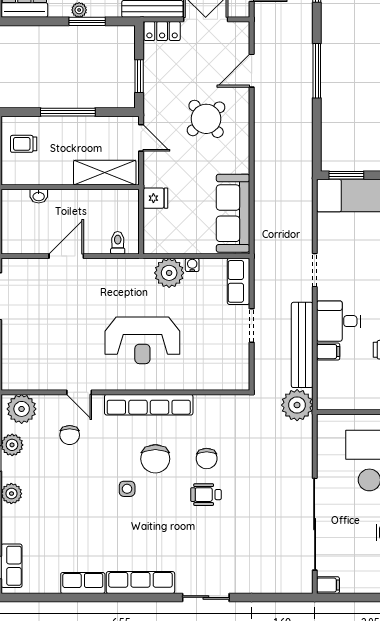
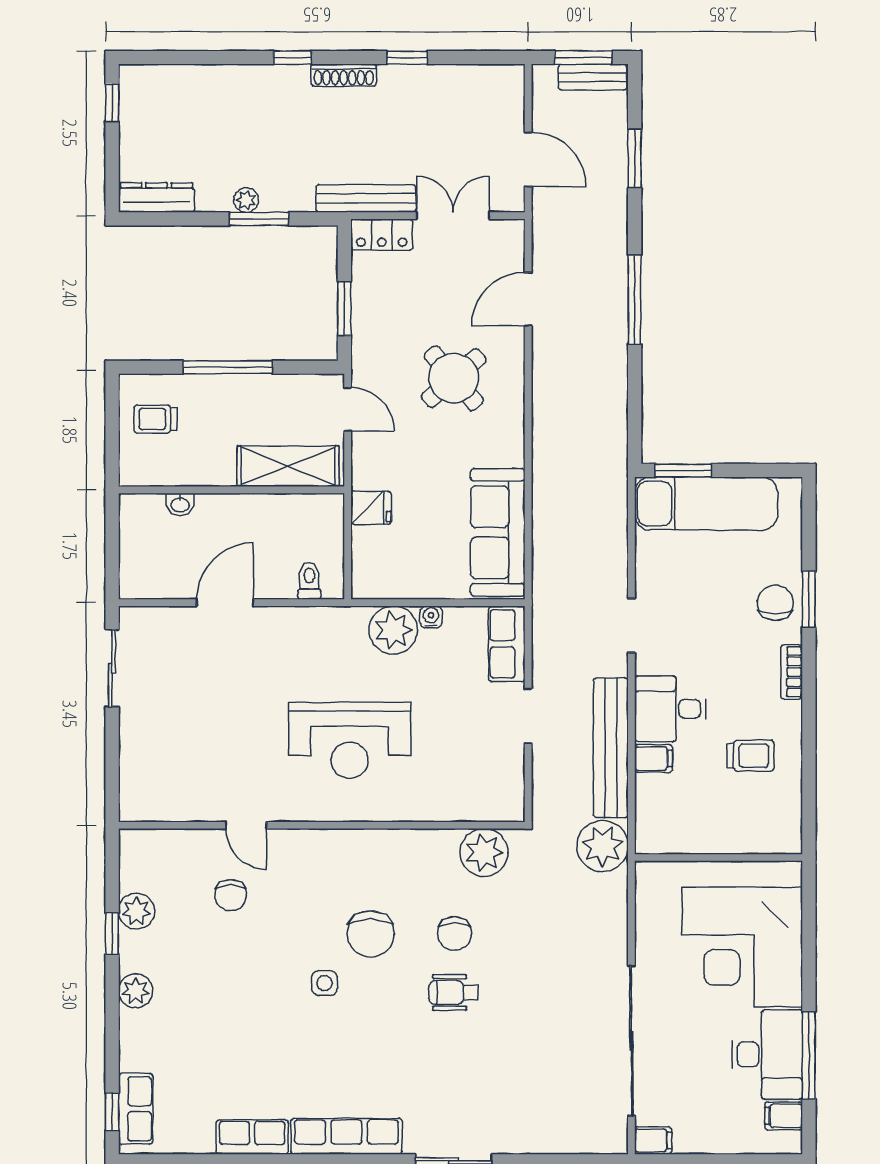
row of seats: (149, 405) -> (360, 846), removed
plant: (22, 409) -> (484, 852), moved

